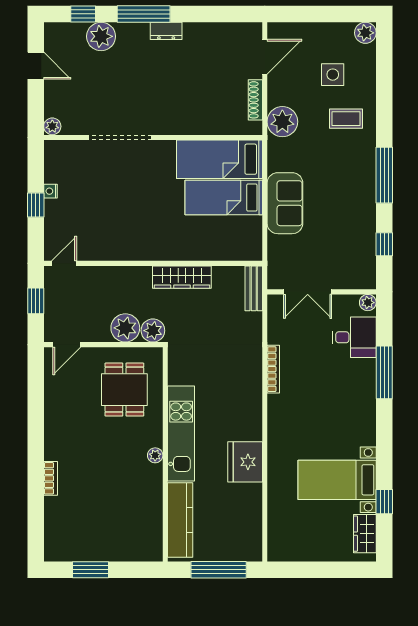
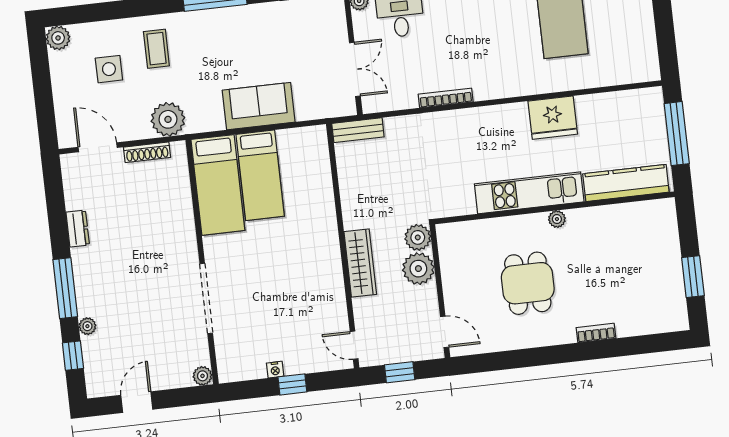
dresser: (166, 31) -> (78, 229), moved
plant: (101, 36) -> (87, 326), width x0.53, depth x0.53
wardrobe: (182, 277) -> (360, 263), moved
dining table: (124, 390) -> (528, 283), moved, turned 90

